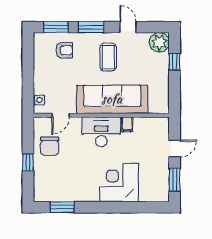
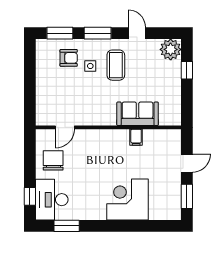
sofa: (112, 99) -> (138, 114), width x0.54, depth x0.79
side table: (40, 100) -> (90, 66), moved
desk: (101, 132) -> (52, 200), moved, turned -90
chair: (50, 146) -> (53, 160), turned 180
window: (28, 162) -> (30, 196), moved

